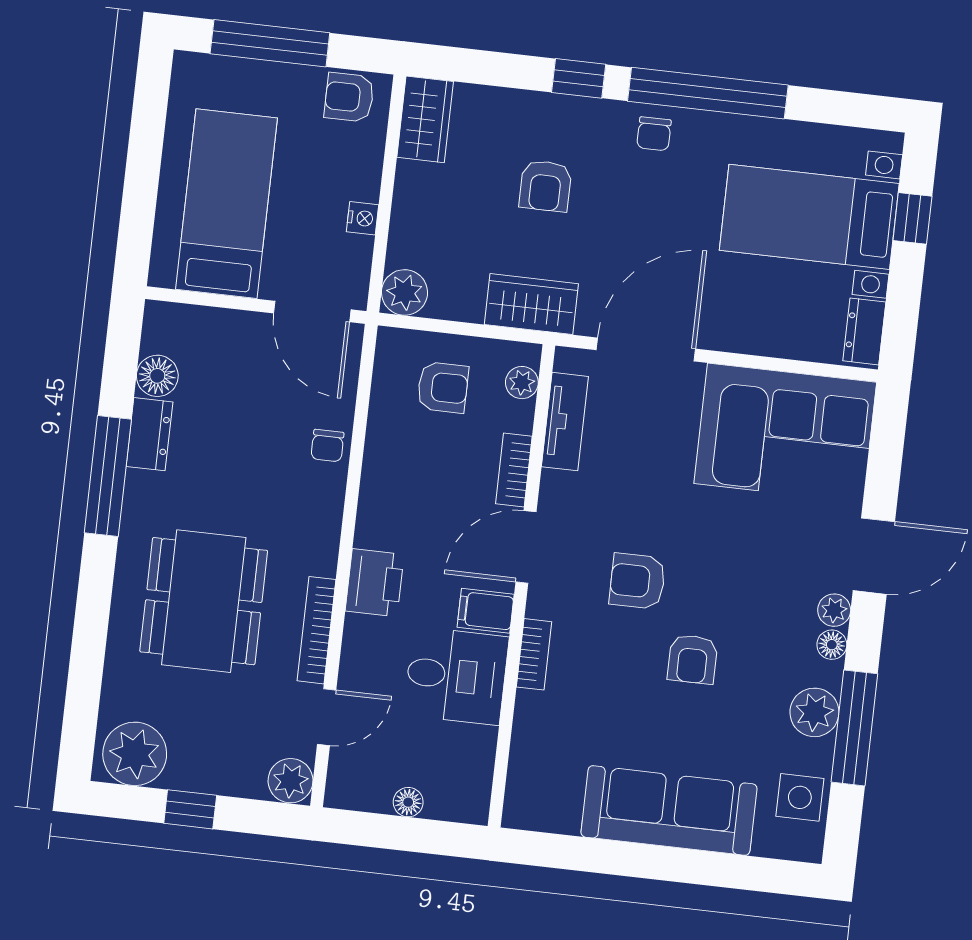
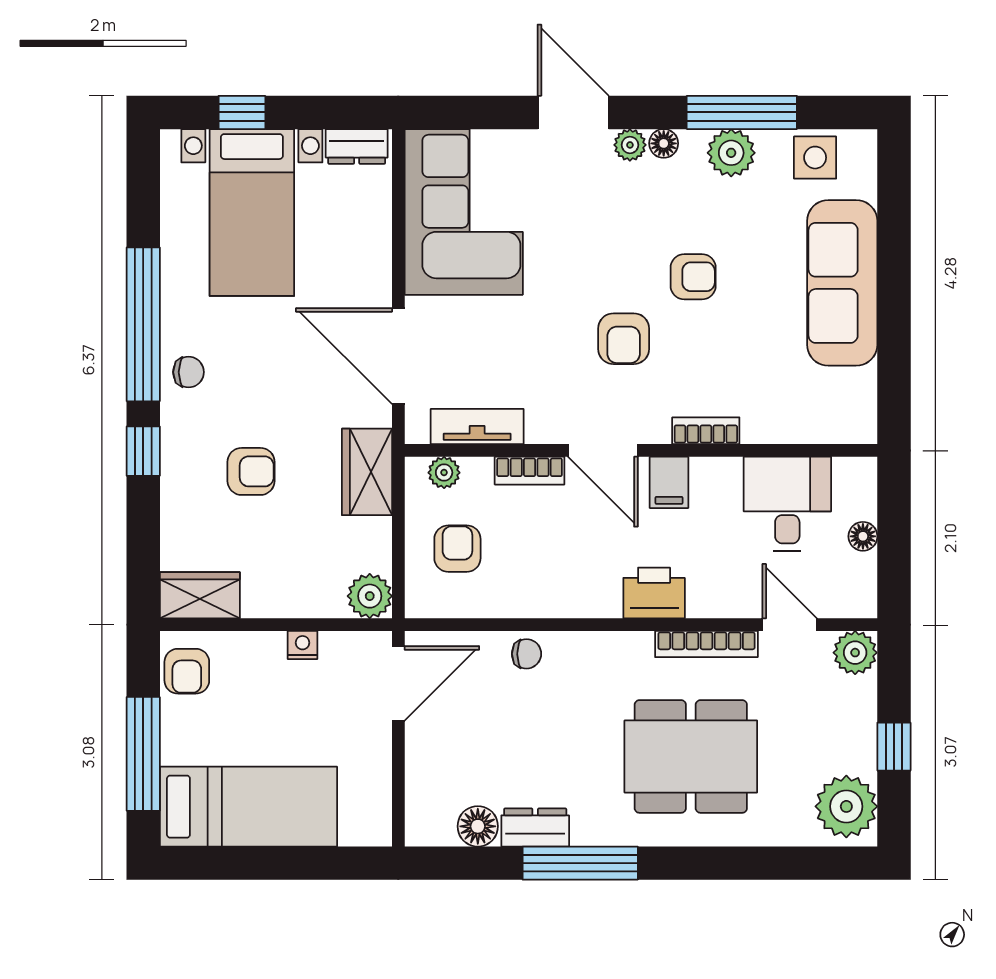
bed: (227, 204) -> (248, 807), moved, turned 180
desk: (456, 676) -> (787, 504), moved

